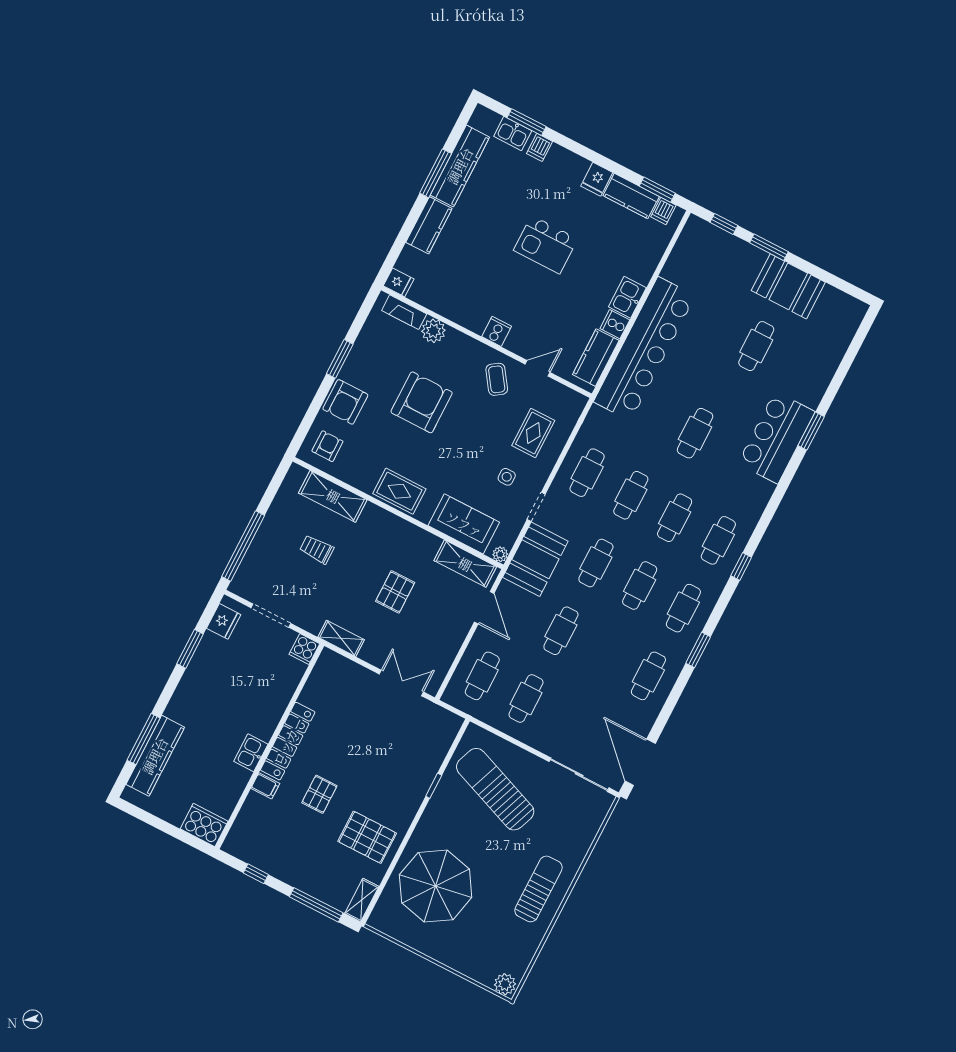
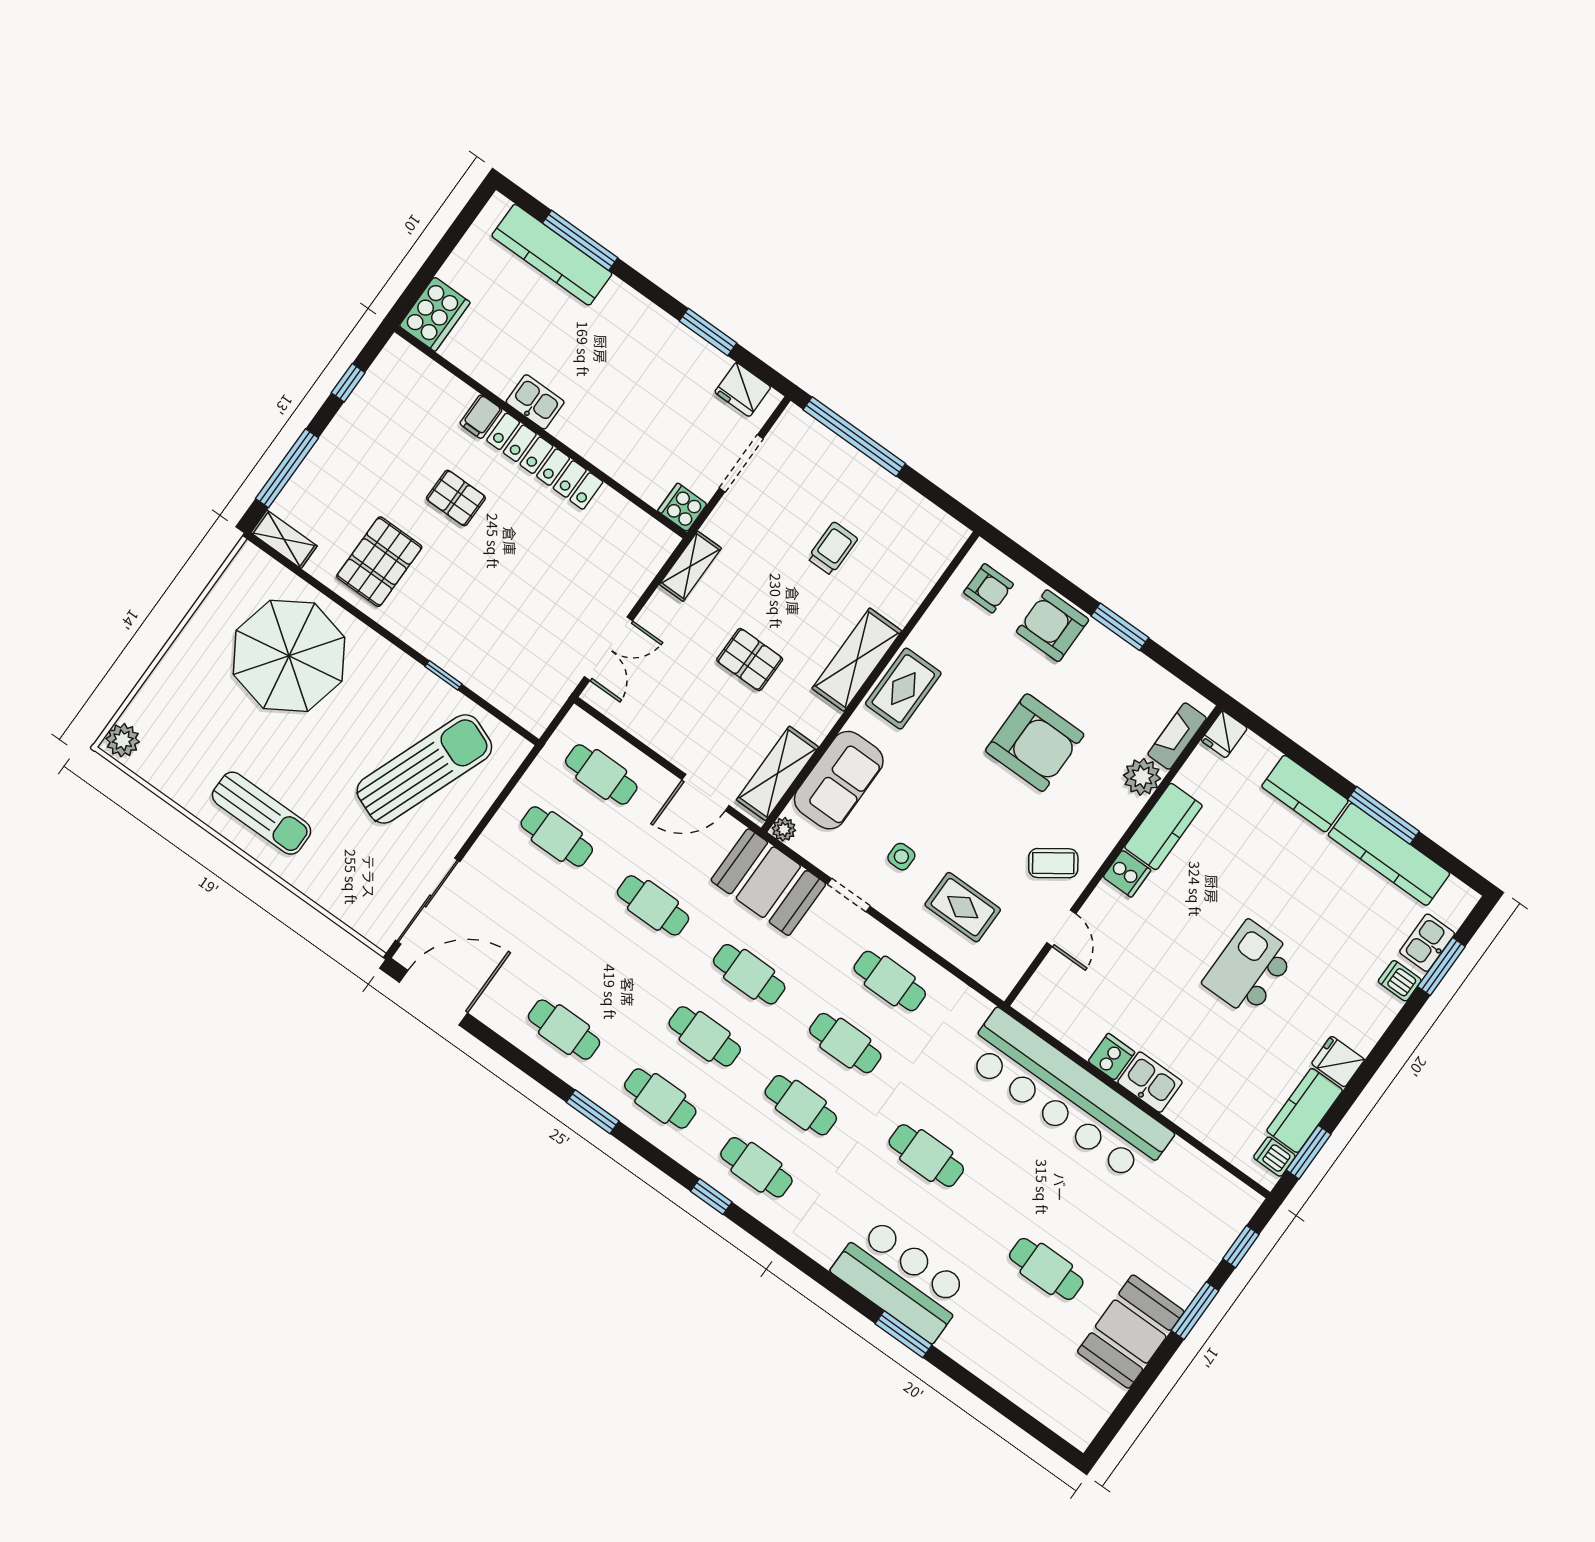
kitchen counter: (596, 358) -> (1163, 826), moved, turned 90
shelving: (333, 496) -> (857, 660), moved

